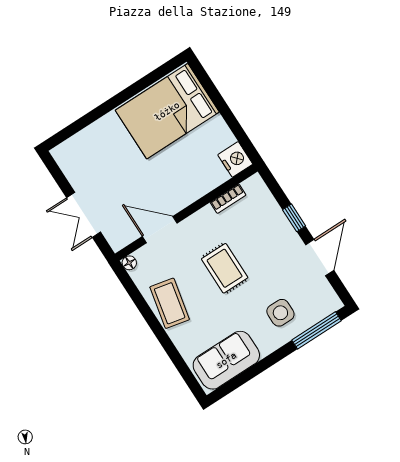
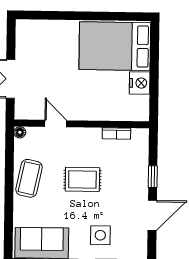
nightstand: (235, 159) -> (140, 83), moved
door: (160, 230) -> (56, 124), width x0.73
rug: (225, 268) -> (82, 179), turned 90

